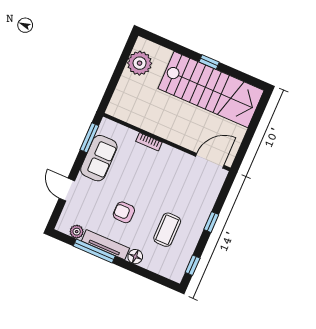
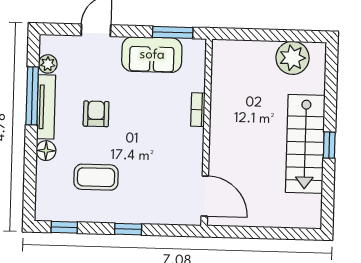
stairs: (211, 89) -> (305, 144), width x0.73, depth x0.66

